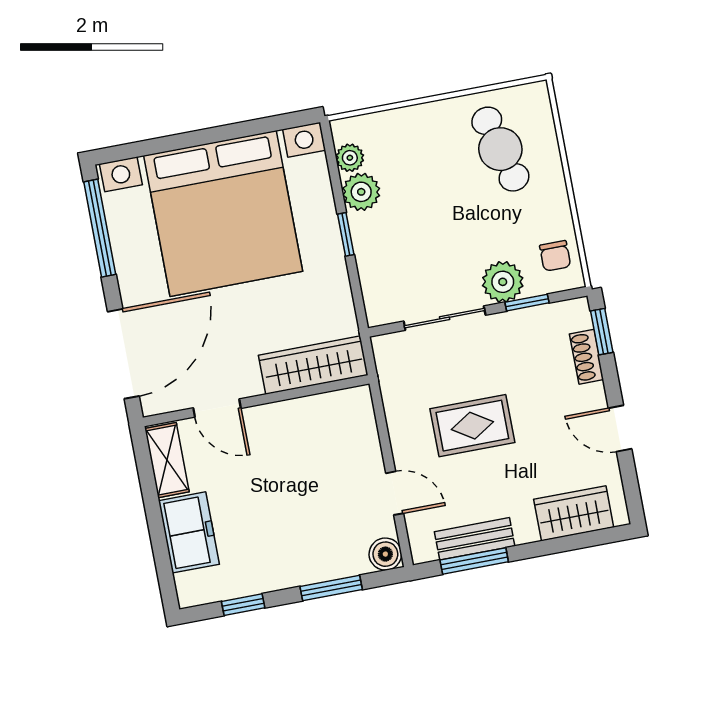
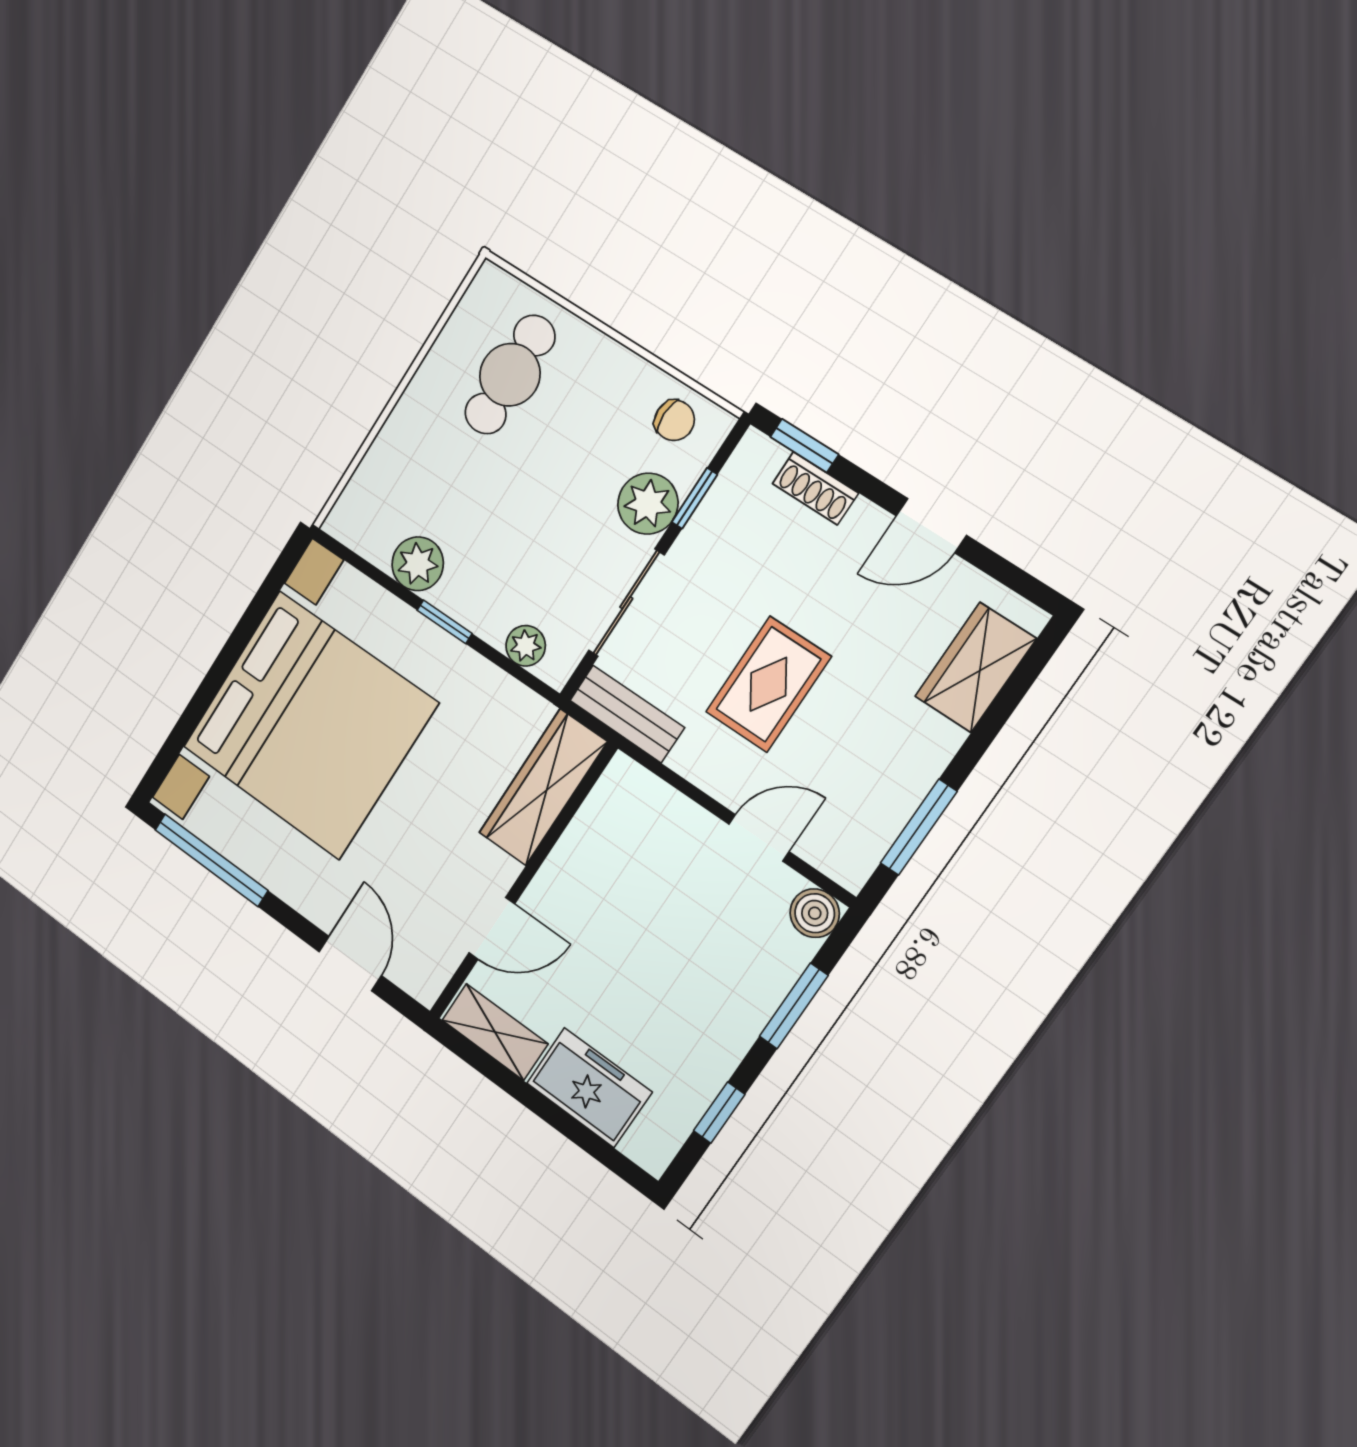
cafe table: (500, 149) -> (510, 375), turned -75
plant: (350, 158) -> (526, 646), moved
door: (123, 354) -> (350, 964), width x0.53
bench: (475, 539) -> (627, 714), moved, turned 90

